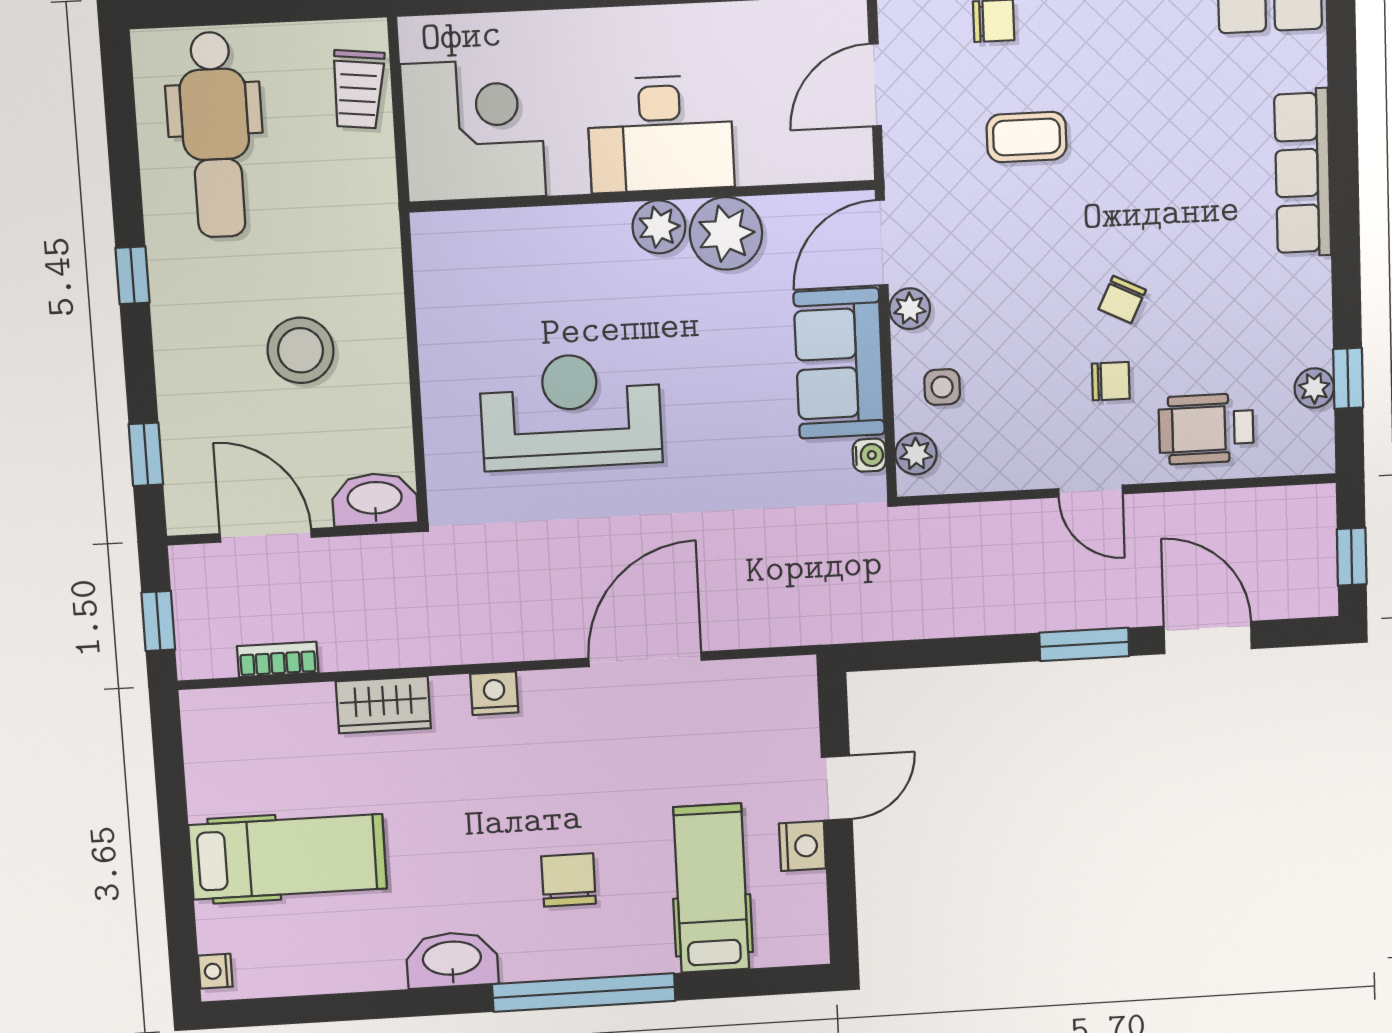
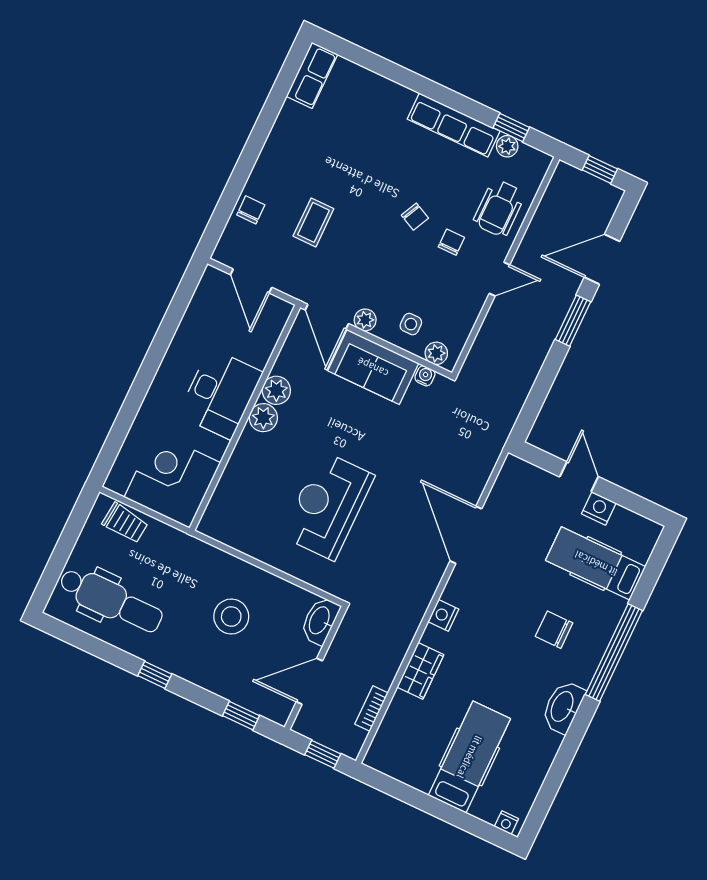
row of seats: (1303, 173) -> (454, 125), moved
plant: (726, 233) -> (276, 390), width x0.73, depth x0.73

